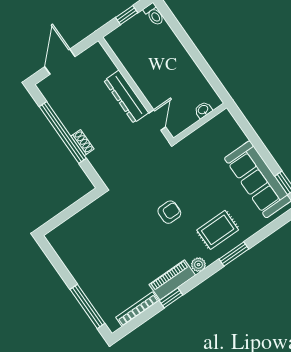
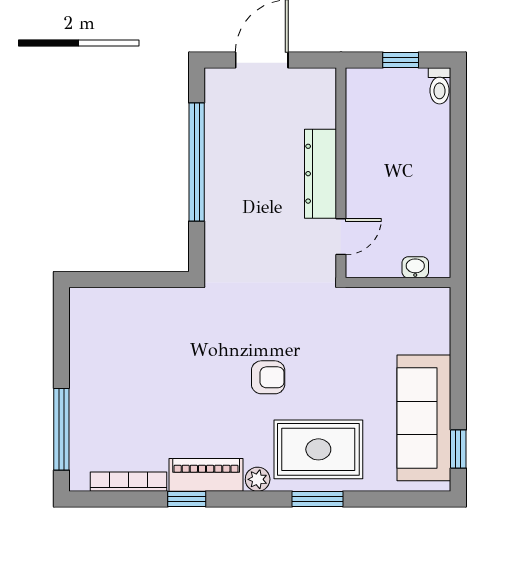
shoe rack: (82, 143) -> (214, 195), removed
rug: (218, 230) -> (318, 449), width x1.36, depth x1.43

